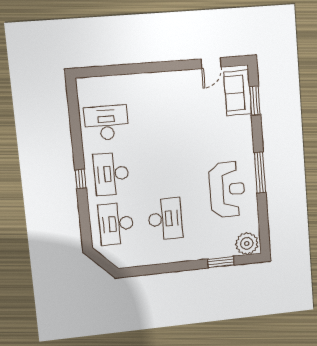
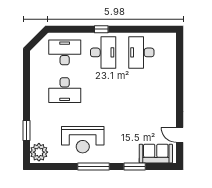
window: (255, 101) -> (135, 167), moved
desk: (106, 123) -> (141, 52), turned 180
desk: (111, 174) -> (103, 52), turned 90

